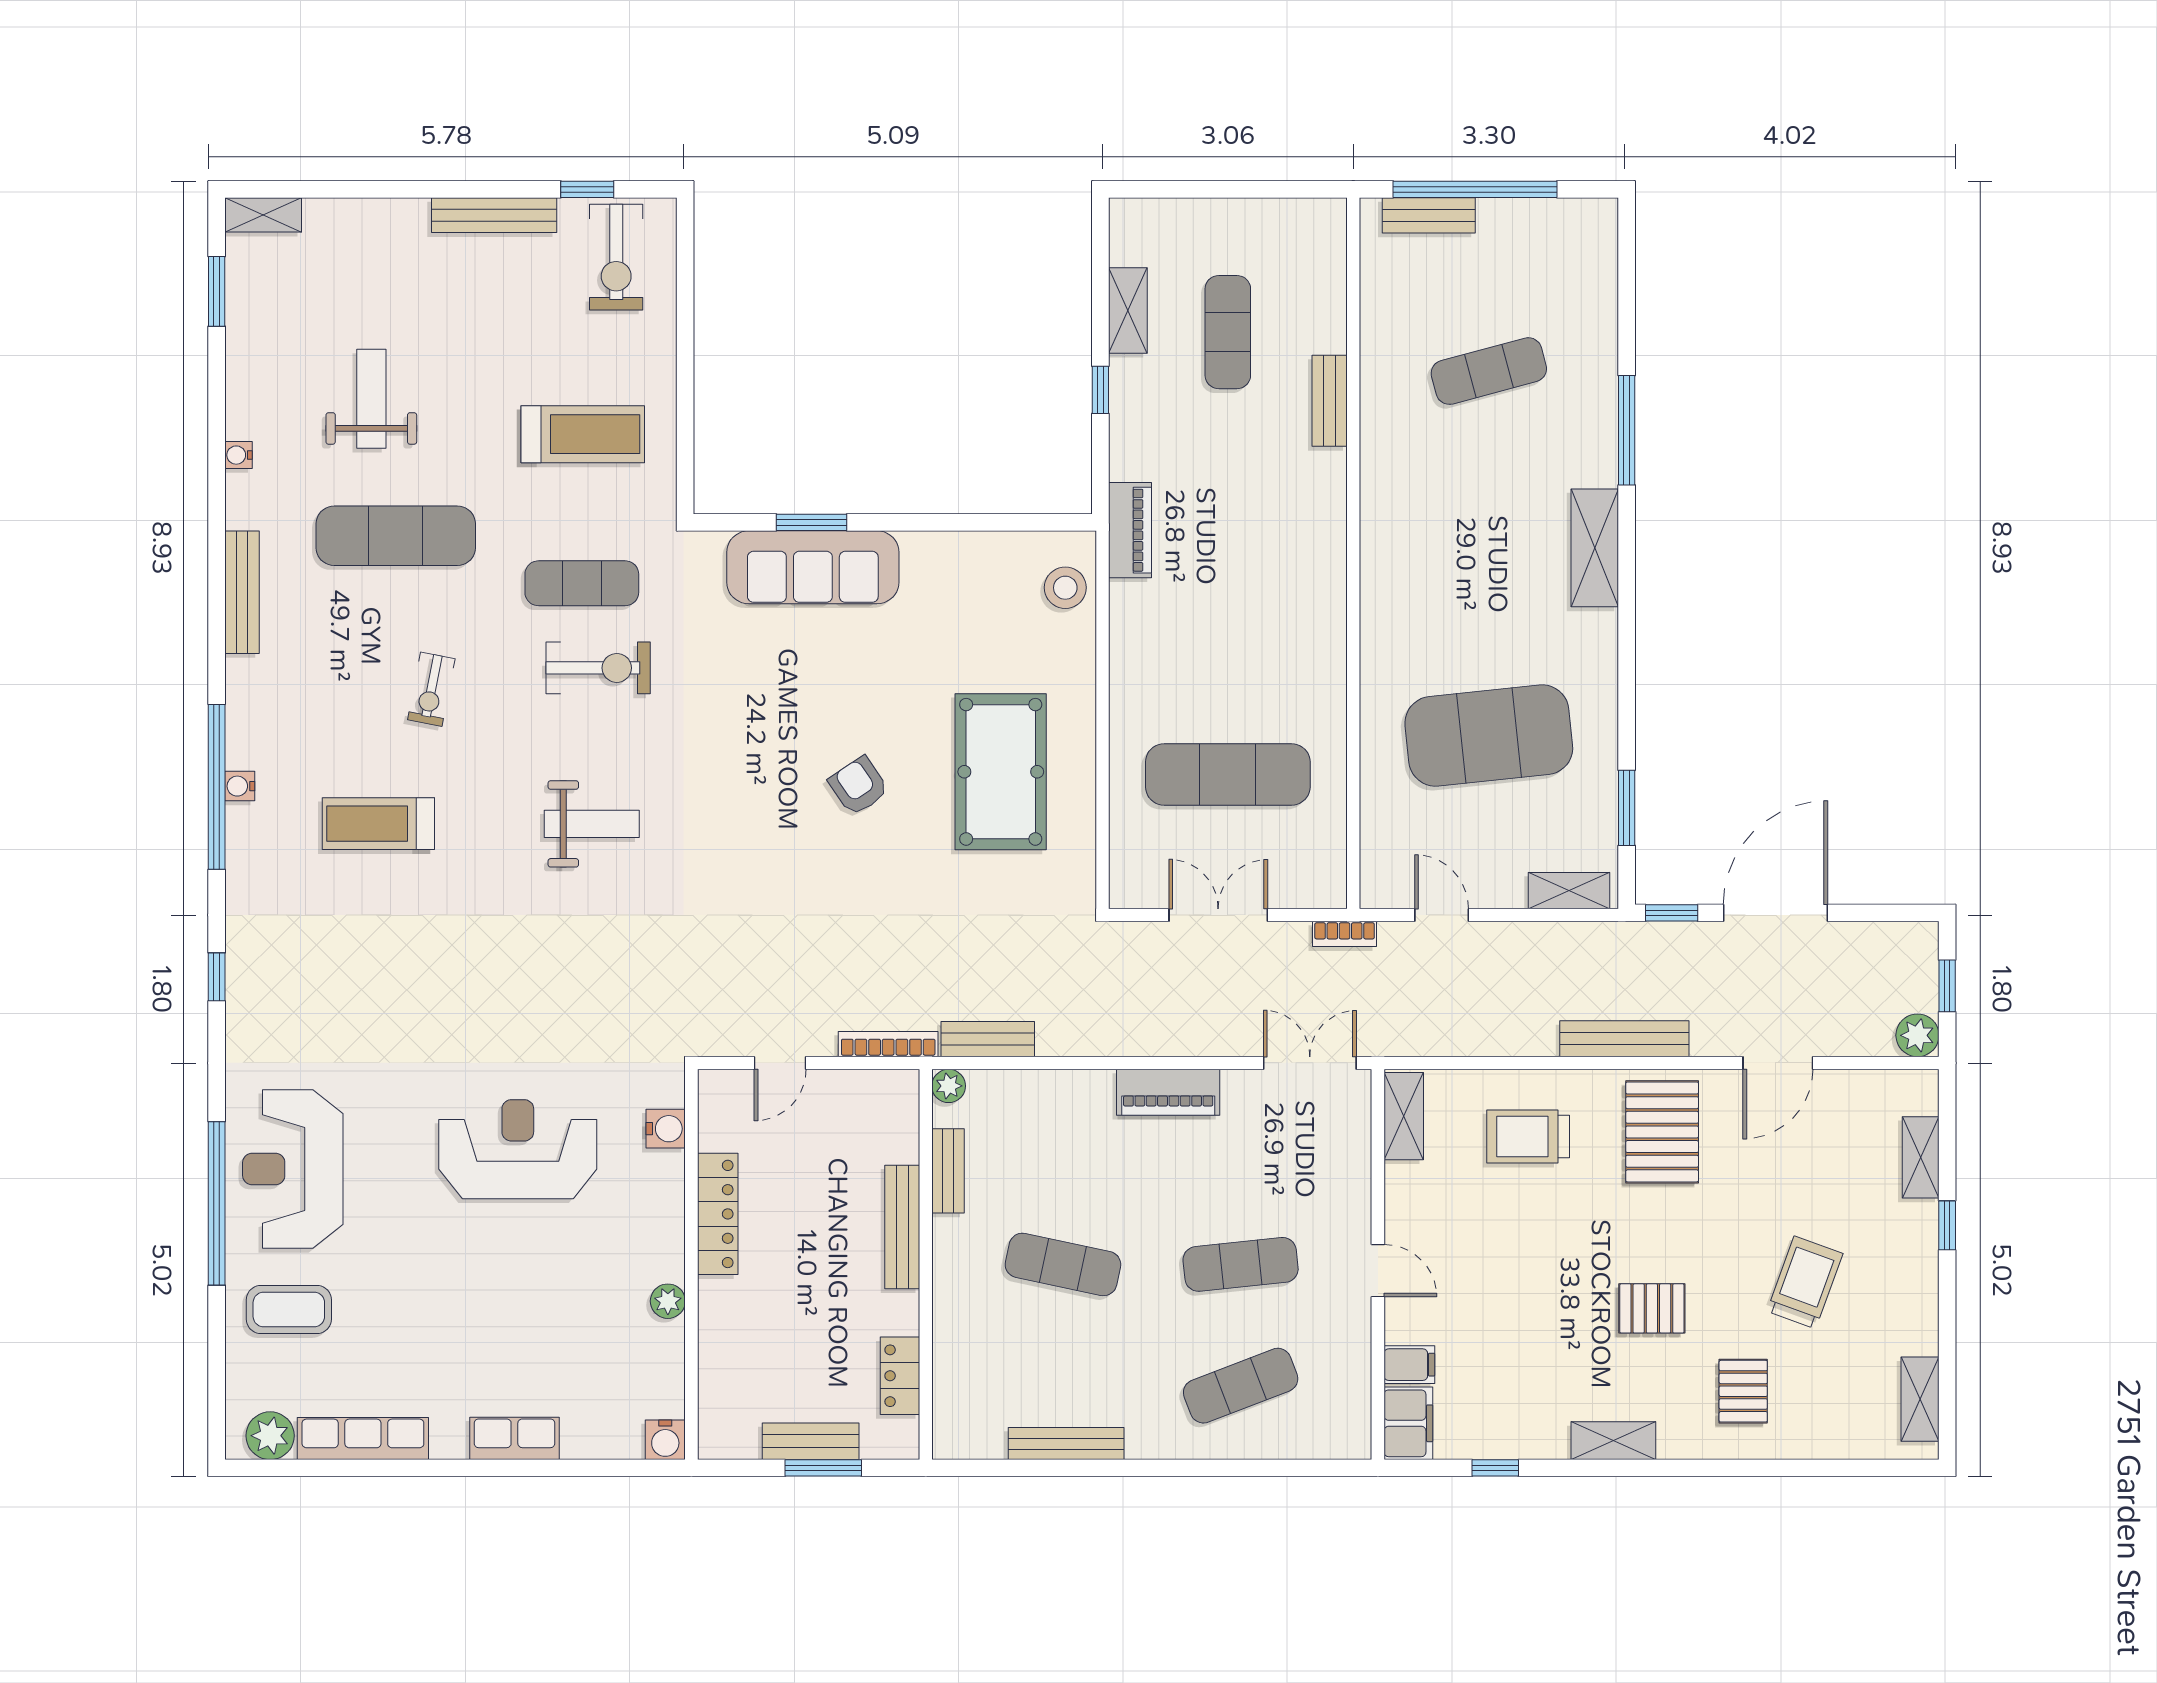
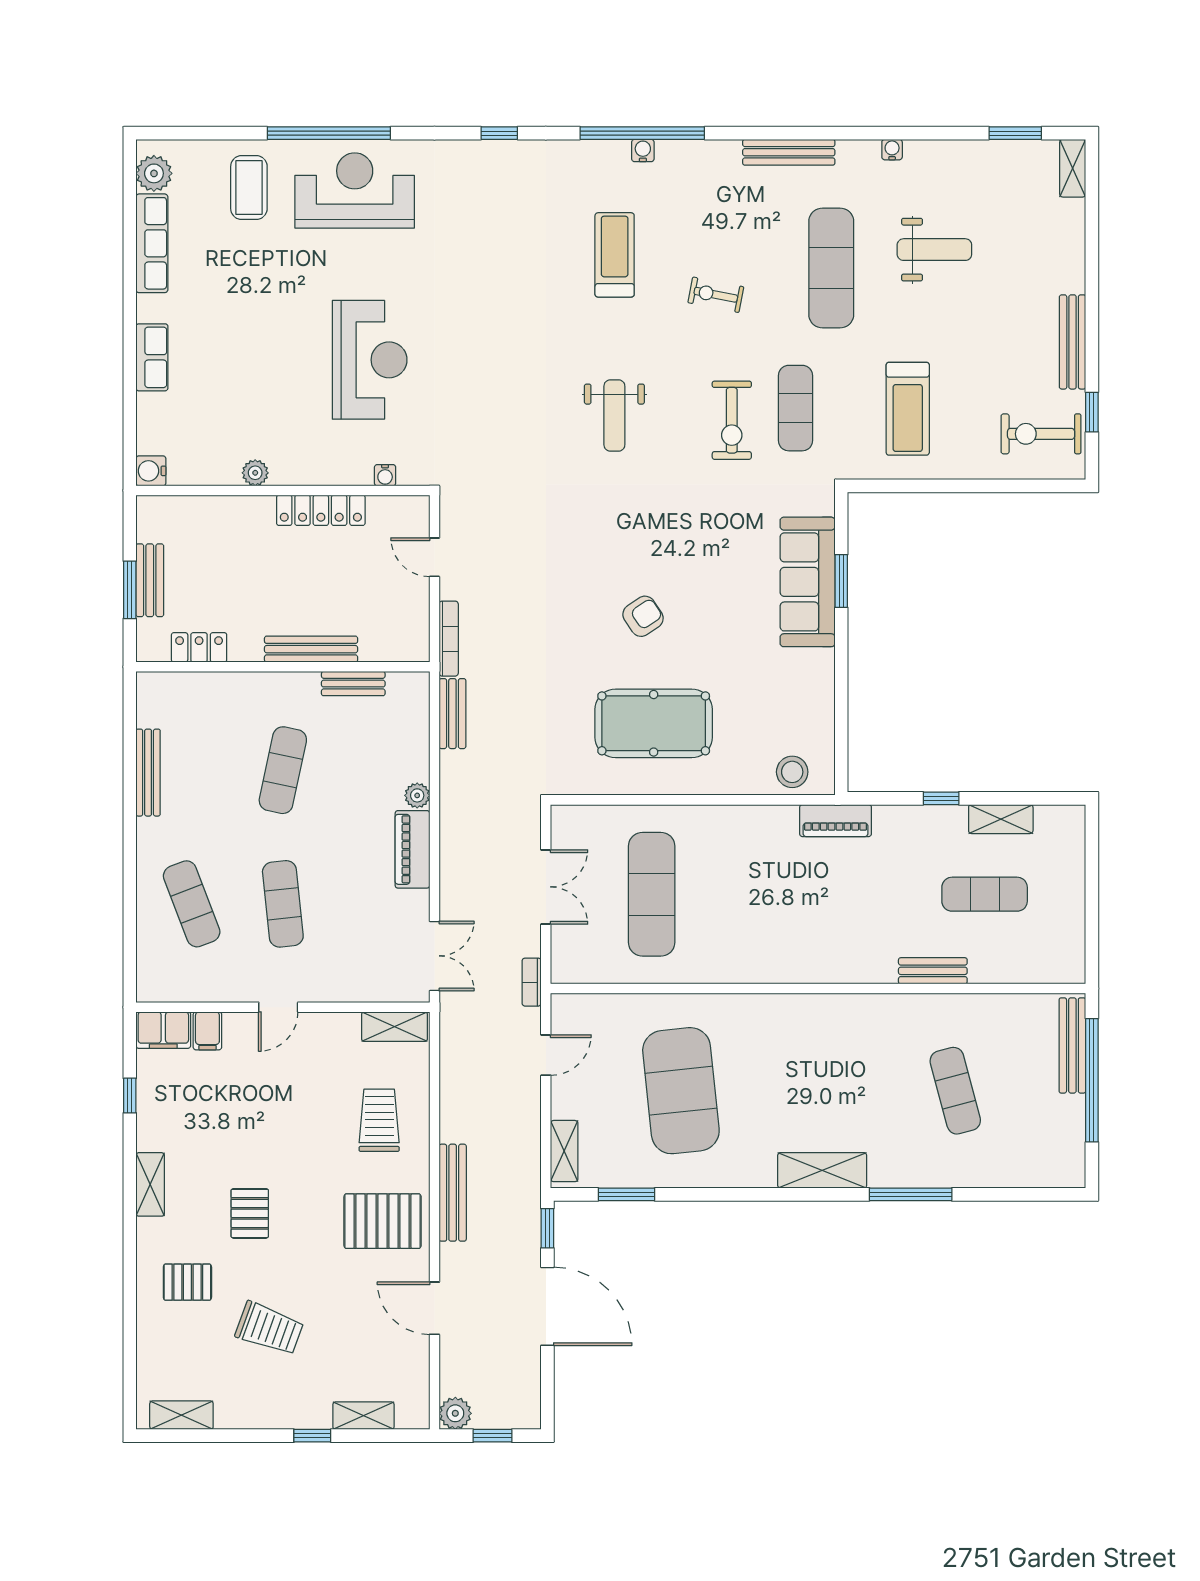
bench: (1429, 215) -> (1072, 1045), width x1.36
plant: (949, 1086) -> (417, 795), moved
water cooler: (666, 1129) -> (385, 475), width x0.72, depth x0.72

